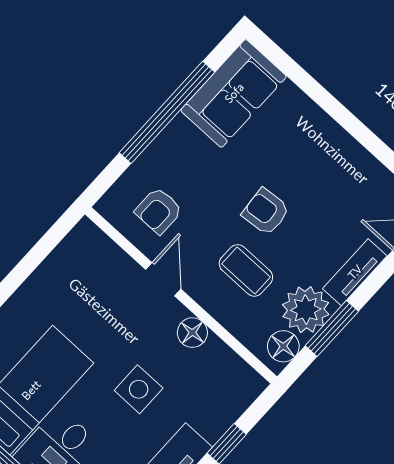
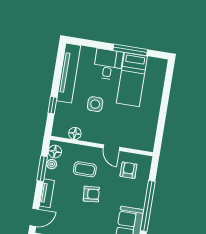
plant: (306, 310) -> (52, 164), width x0.53, depth x0.53
floor lamp: (192, 333) -> (75, 133), moved

